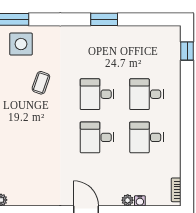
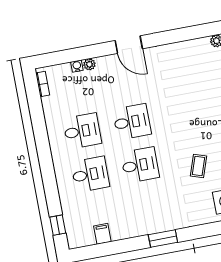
window: (104, 19) -> (163, 238), moved
filing cabinet: (146, 35) -> (102, 234), added

